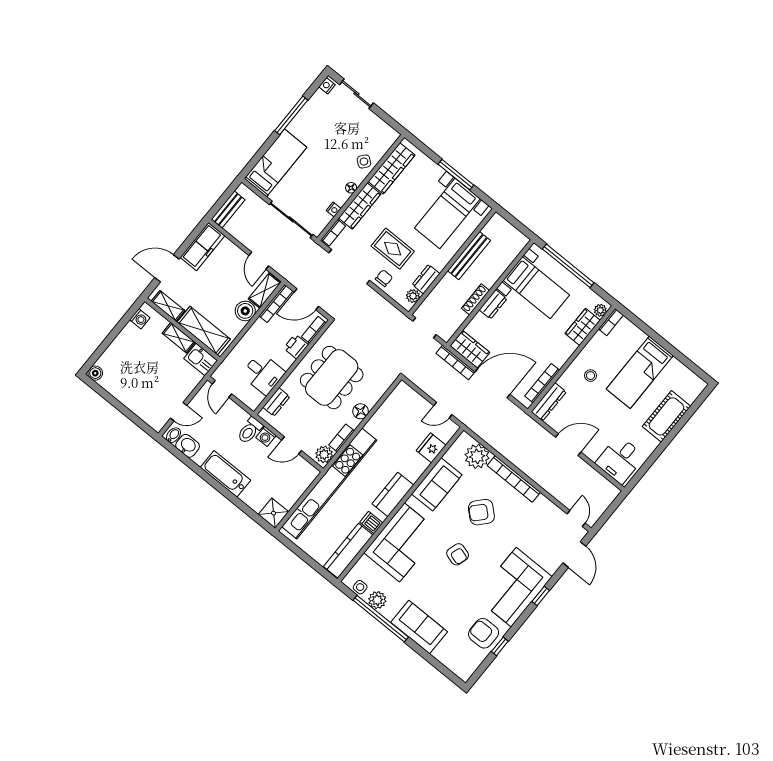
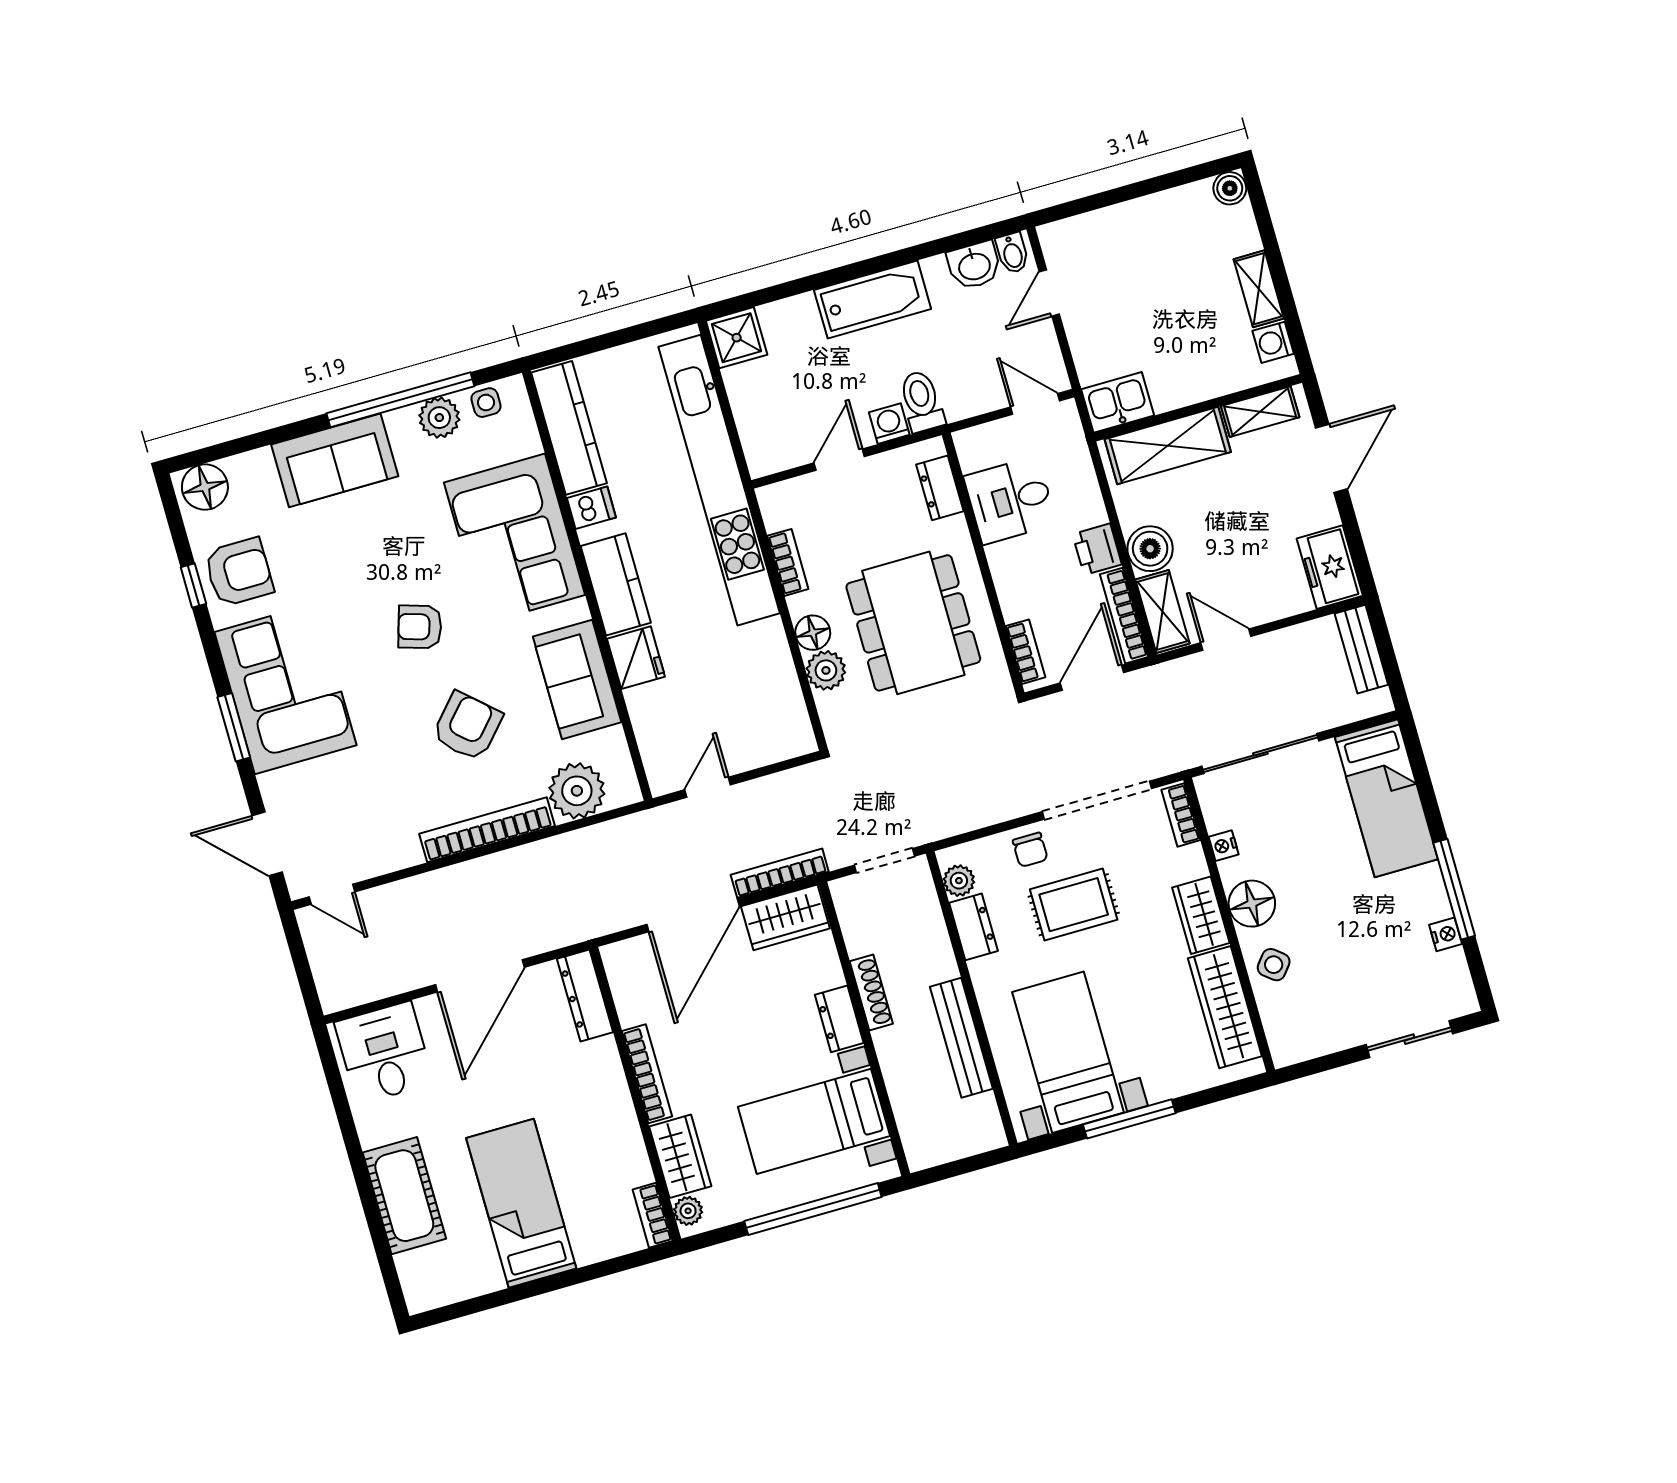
nightstand: (327, 86) -> (1446, 934), moved
floor lamp: (351, 188) -> (1252, 904), width x1.89, depth x1.89
wardrobe: (360, 206) -> (1201, 915), width x0.67
freezer: (202, 247) -> (1330, 567), width x0.71
shelving: (179, 338) -> (1259, 289), moved, turned 90
printer: (296, 346) -> (1097, 549), moved, turned 180
stool: (590, 376) -> (579, 1107), removed
bookcase: (542, 383) -> (647, 1074), moved
door: (568, 445) -> (480, 976), width x1.36
fridge: (431, 448) -> (636, 658), moved
plant: (324, 454) -> (826, 670), moved
window: (541, 596) -> (234, 727), width x1.50
floor lamp: (461, 667) -> (205, 487), added

